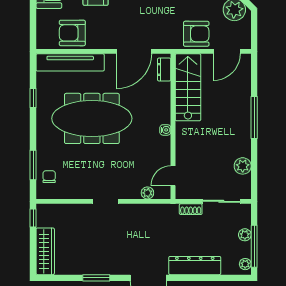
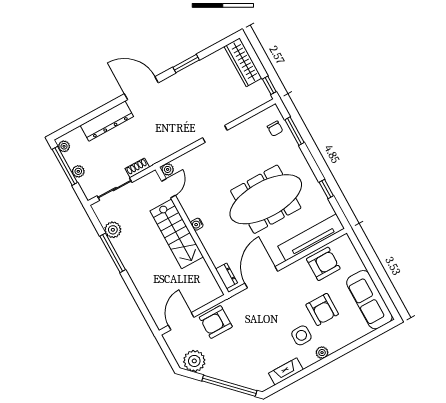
stairs: (188, 87) -> (177, 234), moved
window: (254, 118) -> (113, 253), moved
plant: (147, 193) -> (168, 169), moved

